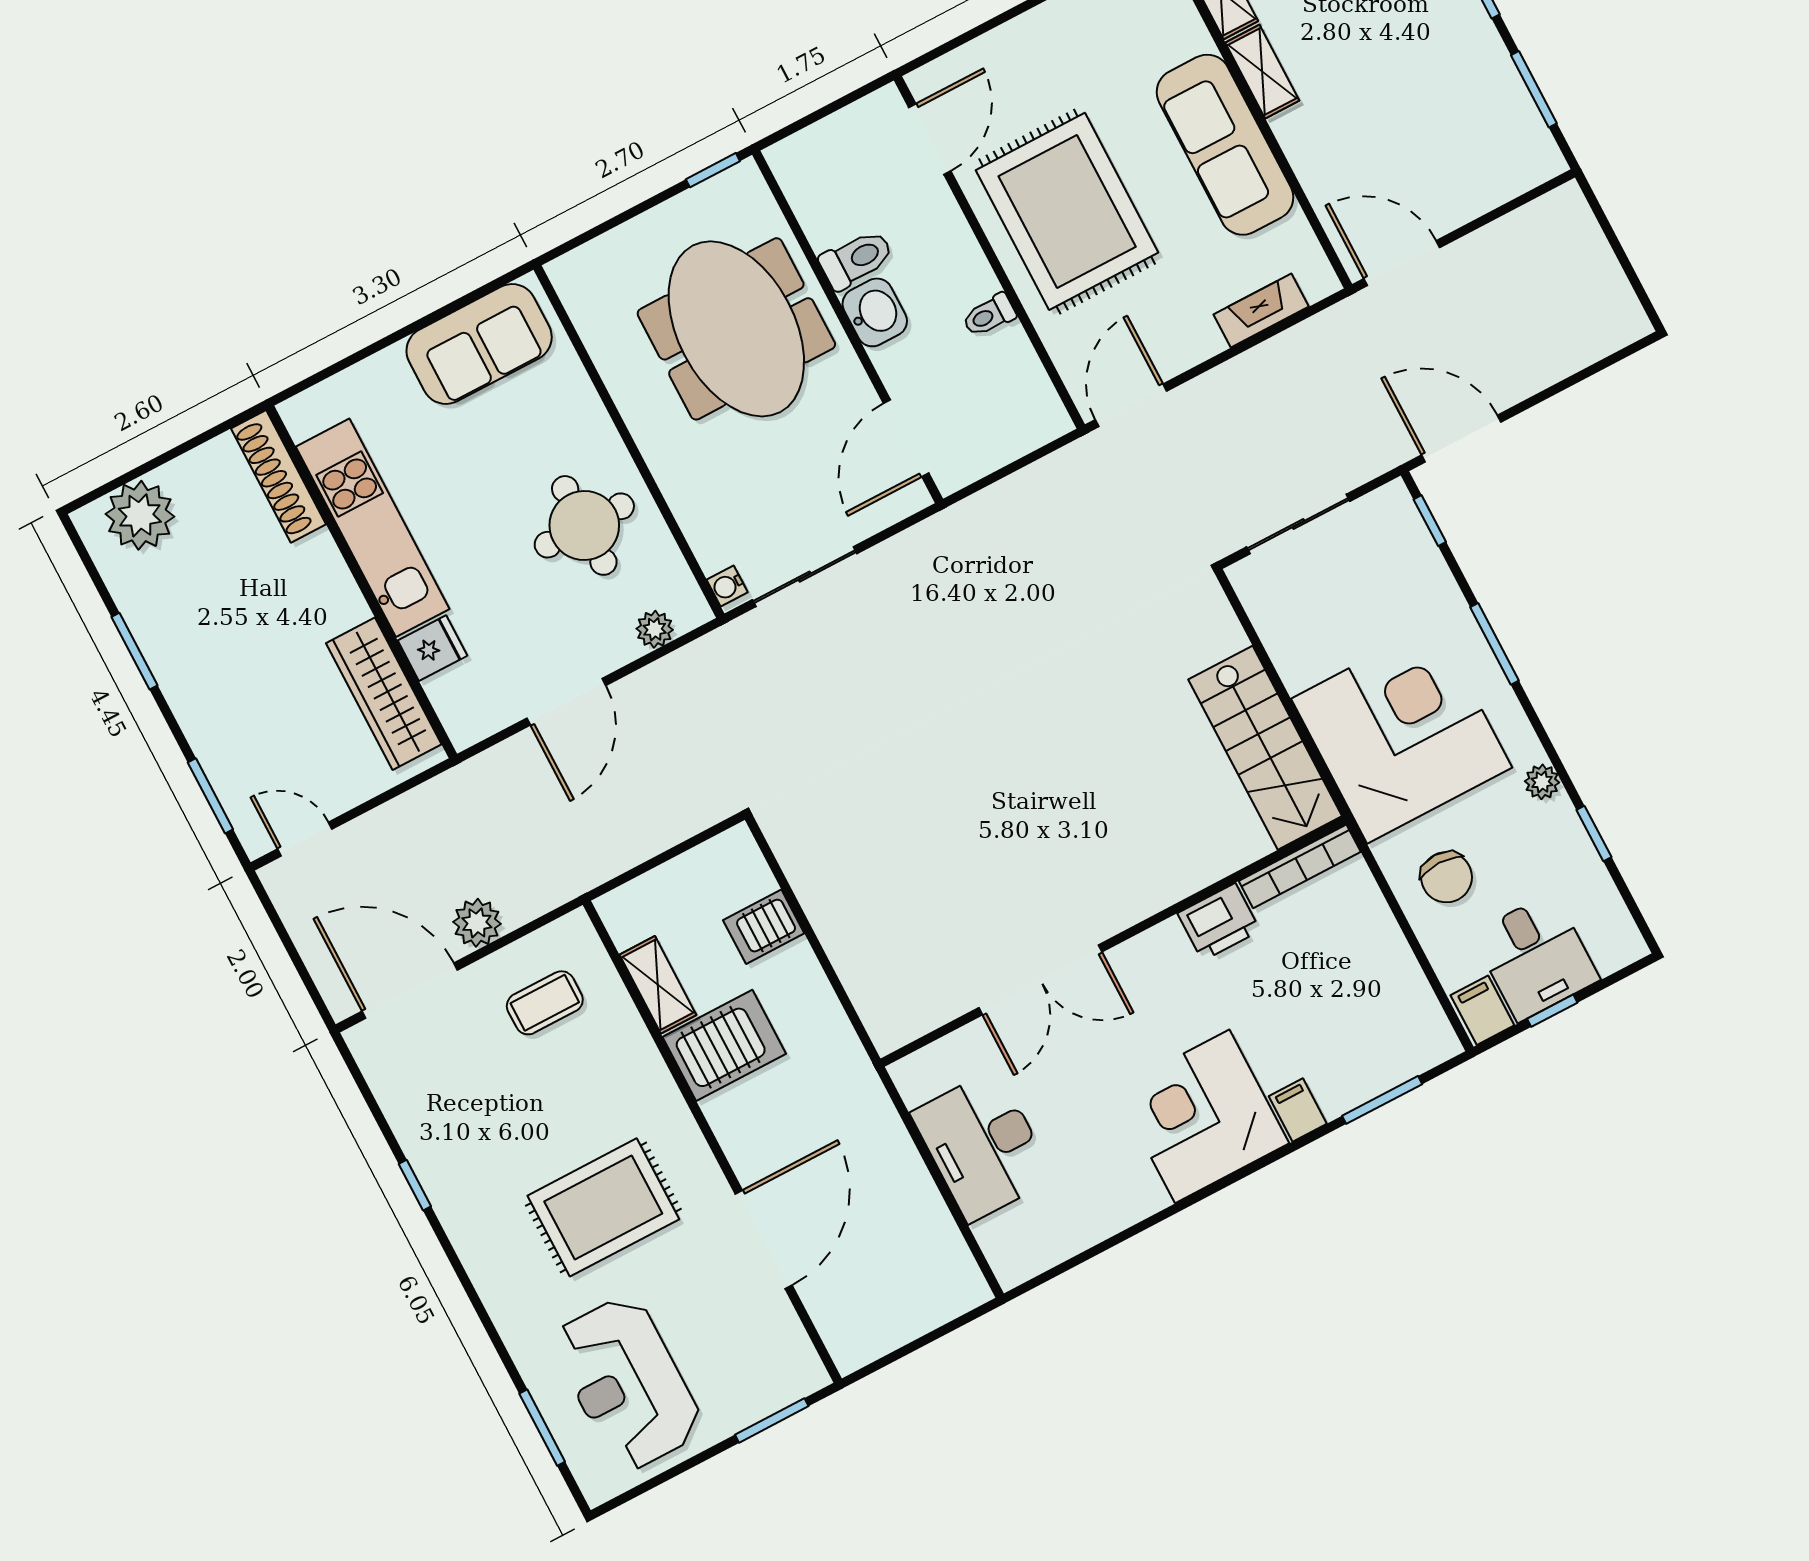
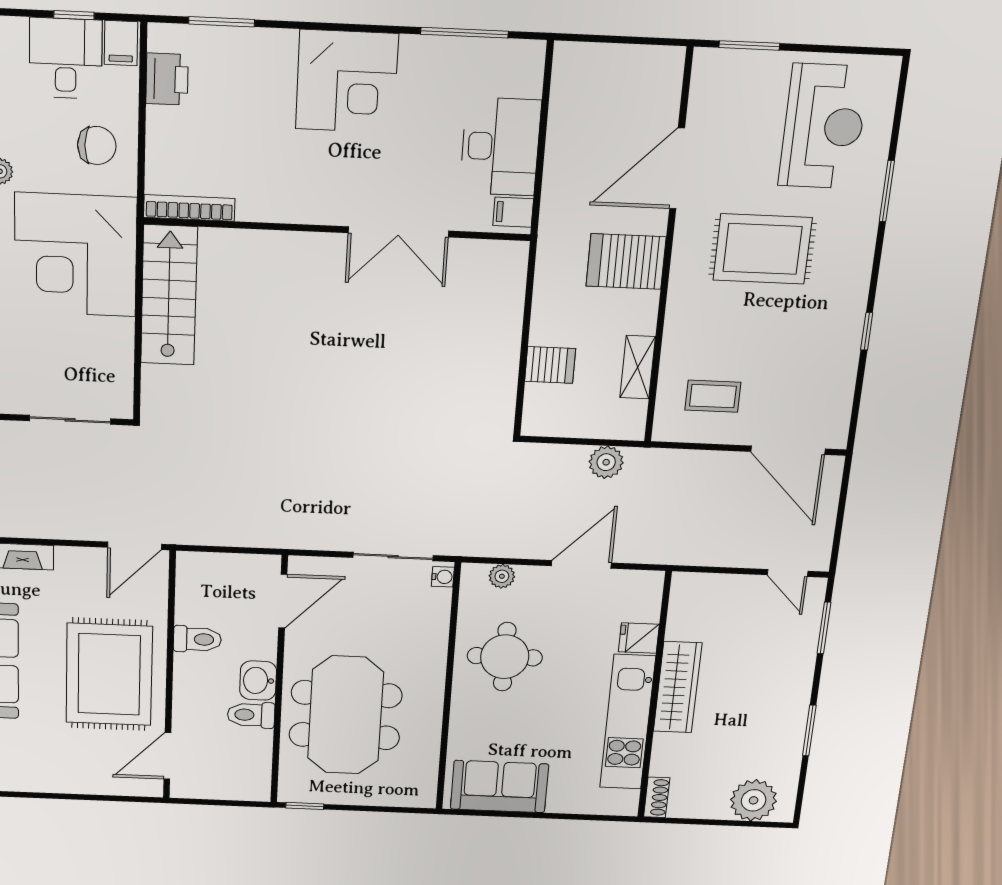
toilet: (989, 315) -> (197, 639), width x1.37, depth x1.39
shoe rack: (278, 476) -> (657, 797), width x0.51, depth x0.81
wardrobe: (384, 694) -> (678, 687), moved
chair: (1447, 877) -> (97, 146), turned 90
printer: (1219, 922) -> (167, 79), moved, turned 90
plant: (477, 923) -> (606, 462), moved
double door: (1040, 980) -> (398, 232), swing flipped
server rack: (724, 1045) -> (626, 261), moved
filing cabinet: (1298, 1110) -> (513, 212), moved, turned 90
window: (1102, 1247) -> (464, 33), added
window: (542, 1428) -> (887, 191), moved

